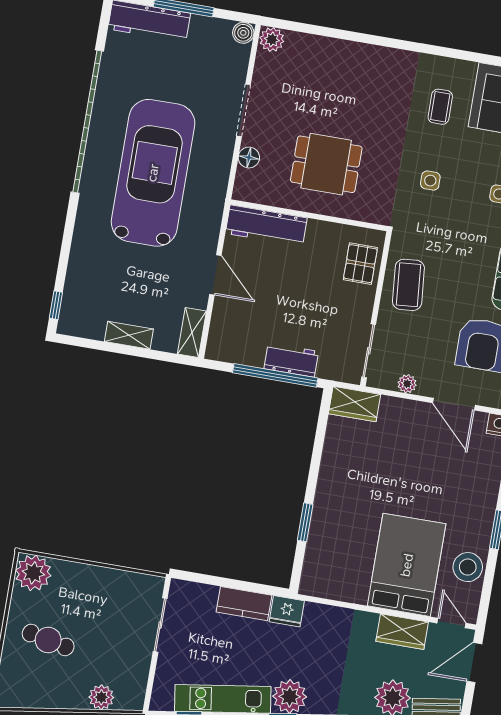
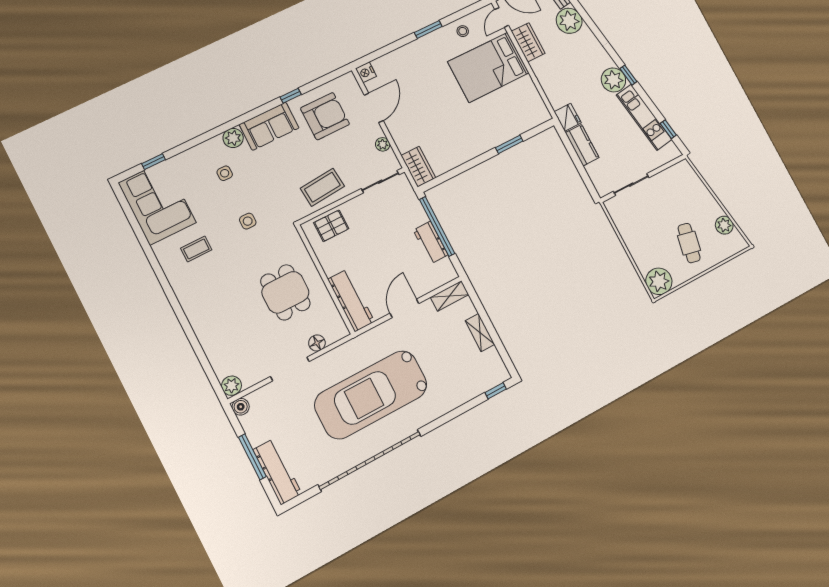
workbench: (291, 360) -> (431, 242), moved
stool: (468, 567) -> (463, 31), width x0.53, depth x0.53
plant: (101, 697) -> (724, 225), moved

